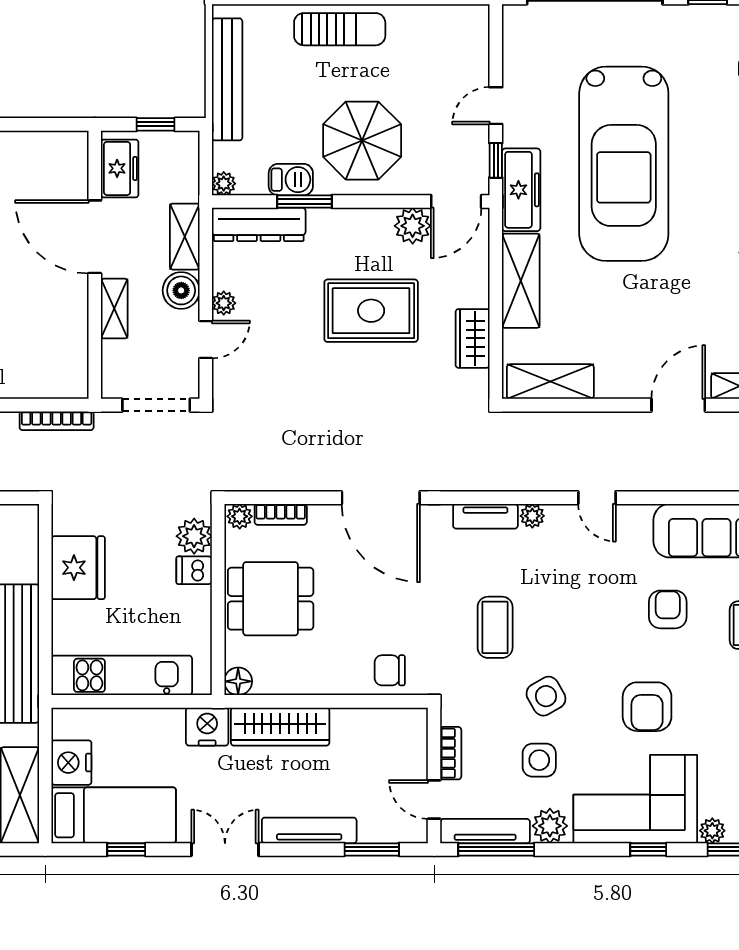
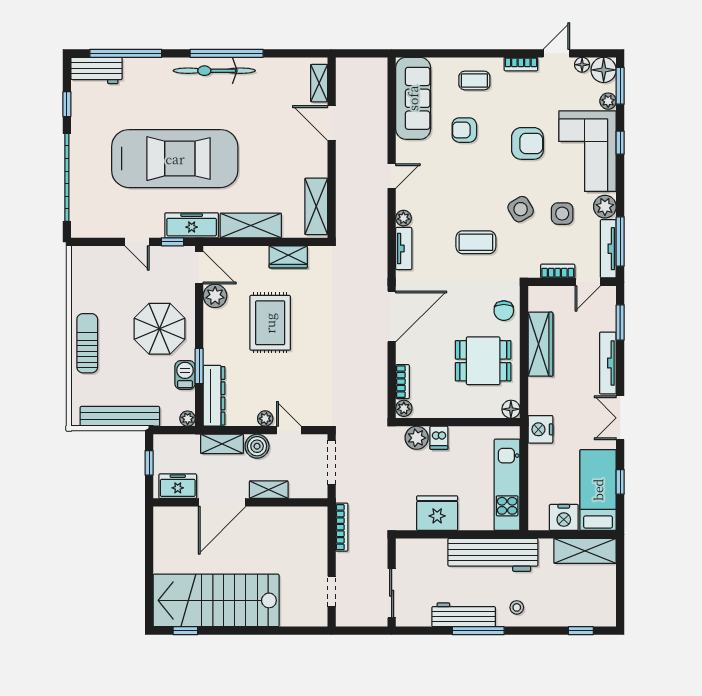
dining table: (271, 599) -> (483, 361), moved, turned 90
wardrobe: (280, 727) -> (540, 344), moved

